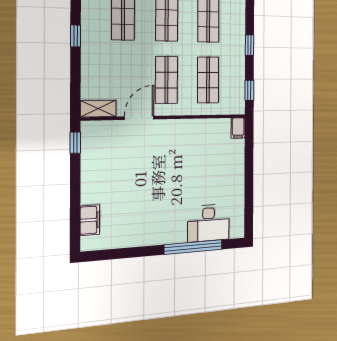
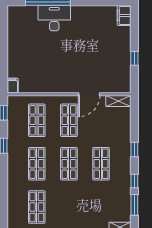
window: (75, 143) -> (134, 58), moved
filing cabinet: (90, 220) -> (124, 15), moved
desk: (208, 223) -> (54, 18), moved

